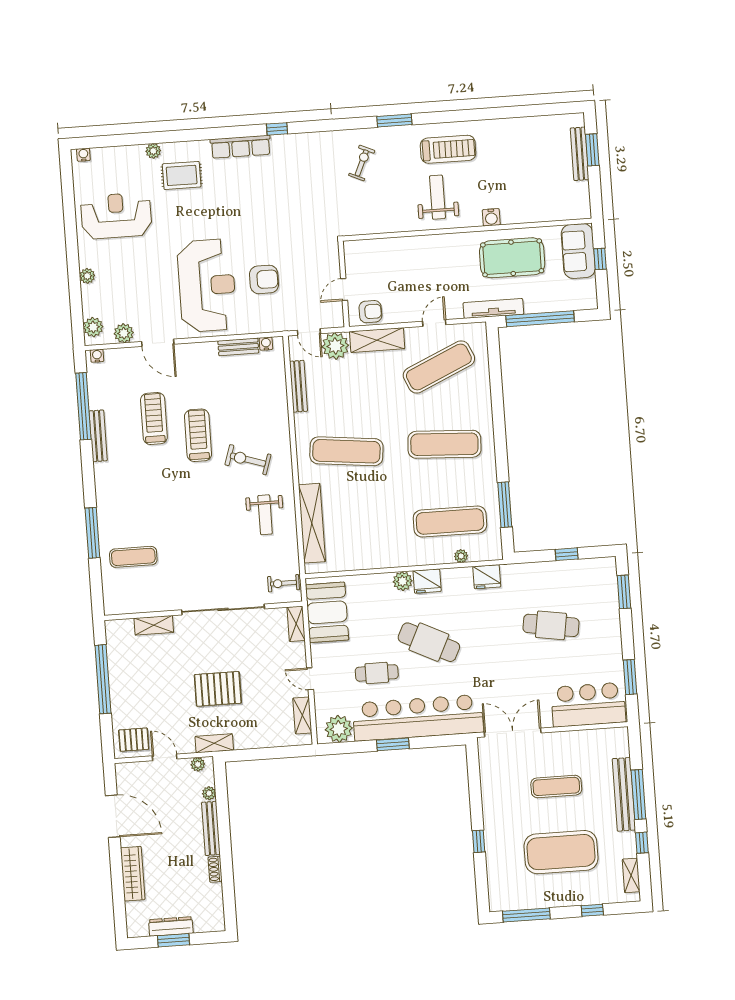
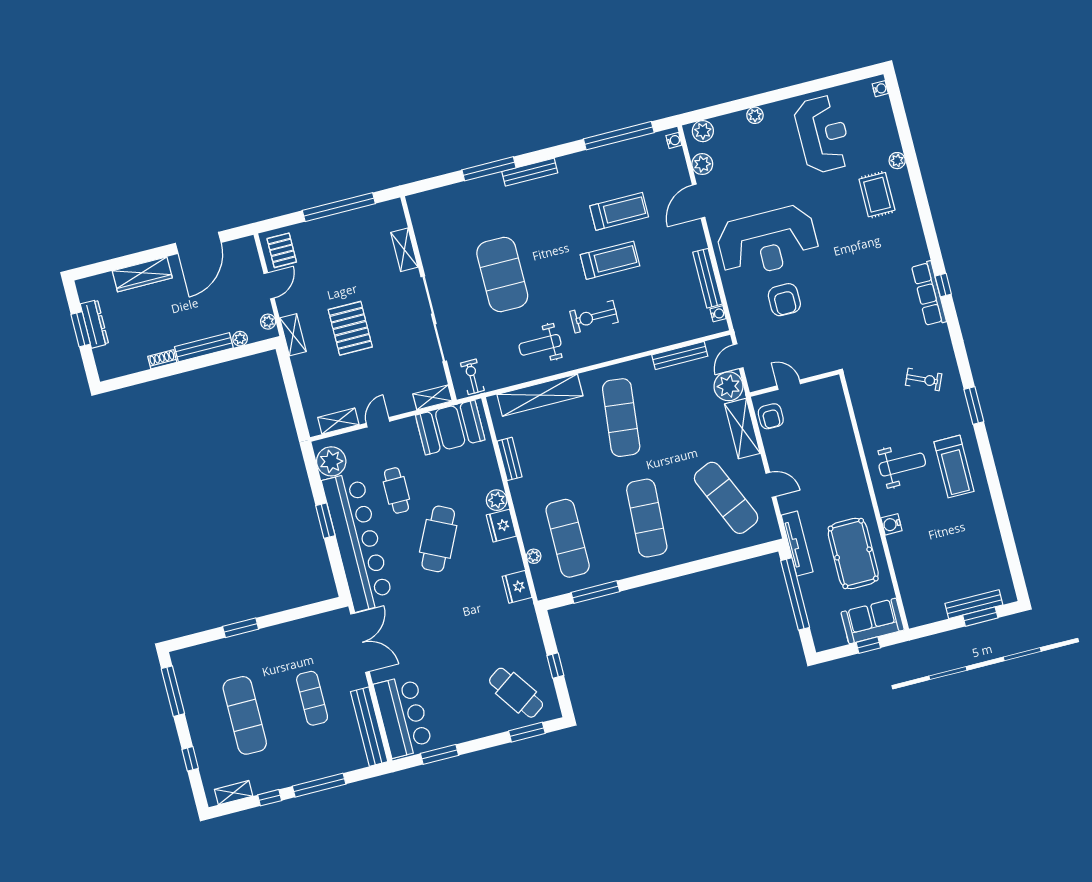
row of seats: (241, 147) -> (929, 294), moved
bench: (238, 347) -> (708, 278), width x1.36
bench: (98, 436) -> (530, 172), moved
exercise bike: (248, 460) -> (594, 317), turned -108
exercise mat: (133, 557) -> (502, 274), moved, width x2.00, depth x1.45
bench: (366, 562) -> (510, 459), added
cafe table: (551, 625) -> (516, 693), moved, turned -44
bench: (624, 794) -> (369, 727), moved, turned 90
window: (479, 841) -> (241, 628), width x1.50
exercise mat: (561, 852) -> (245, 715), width x0.68

